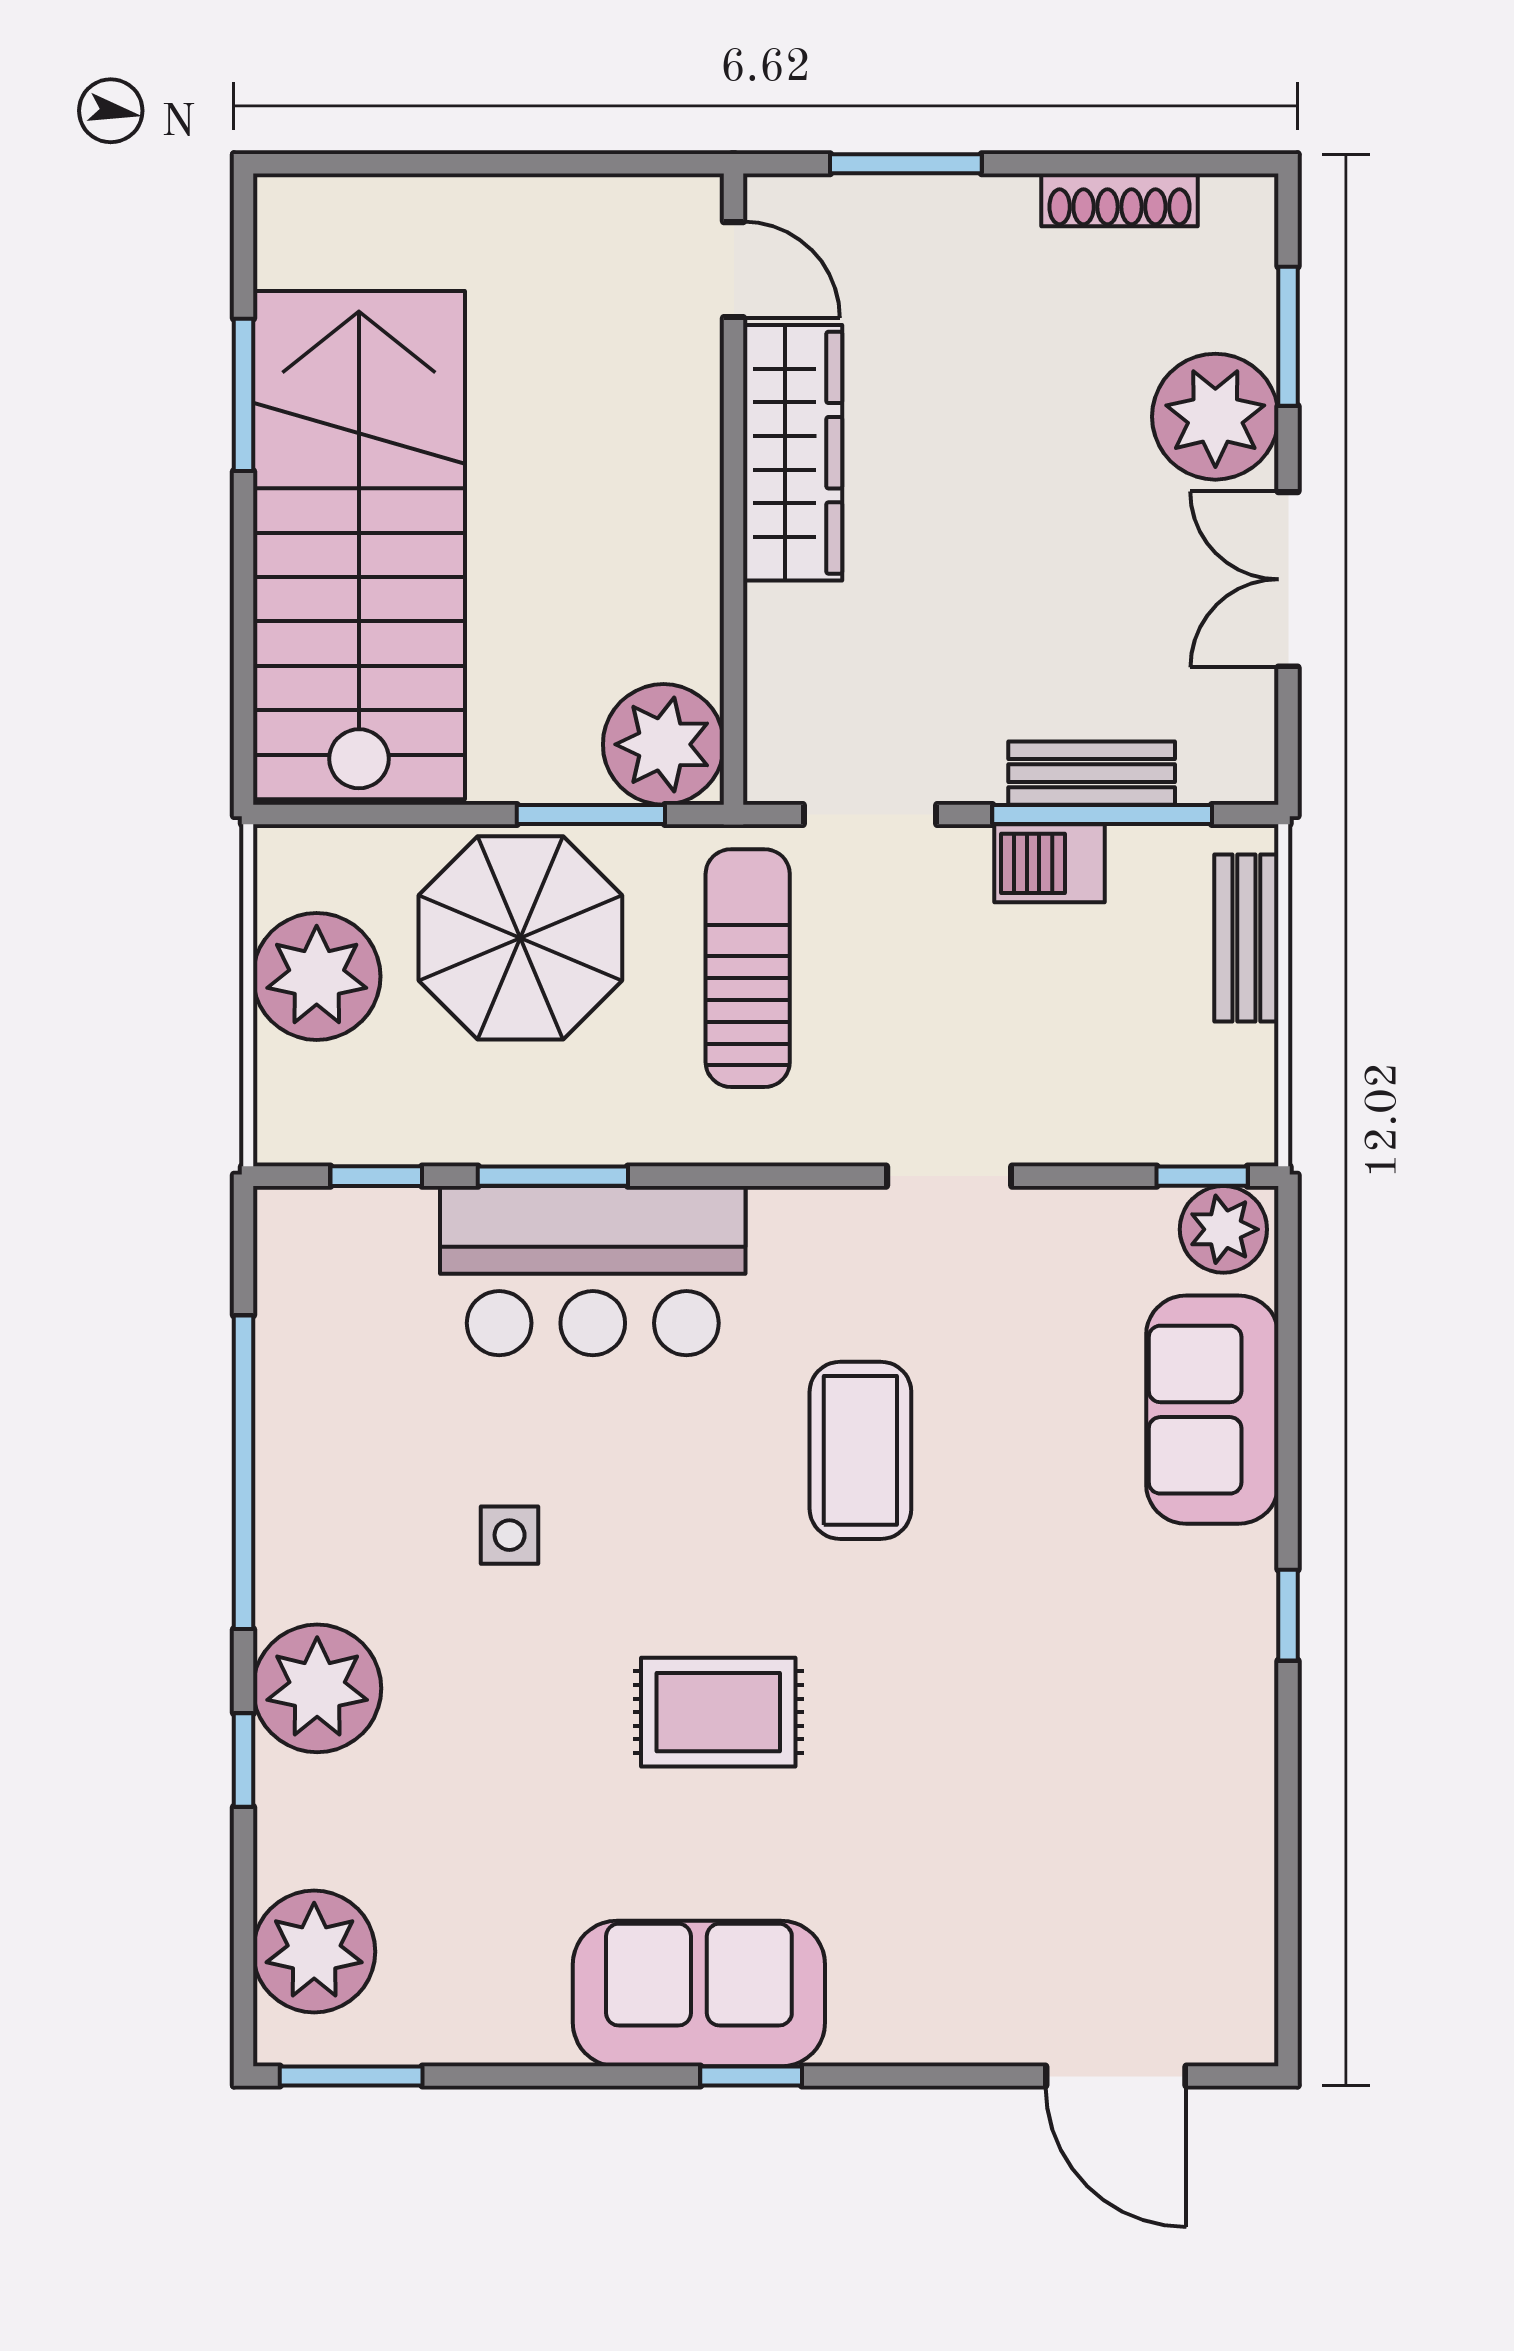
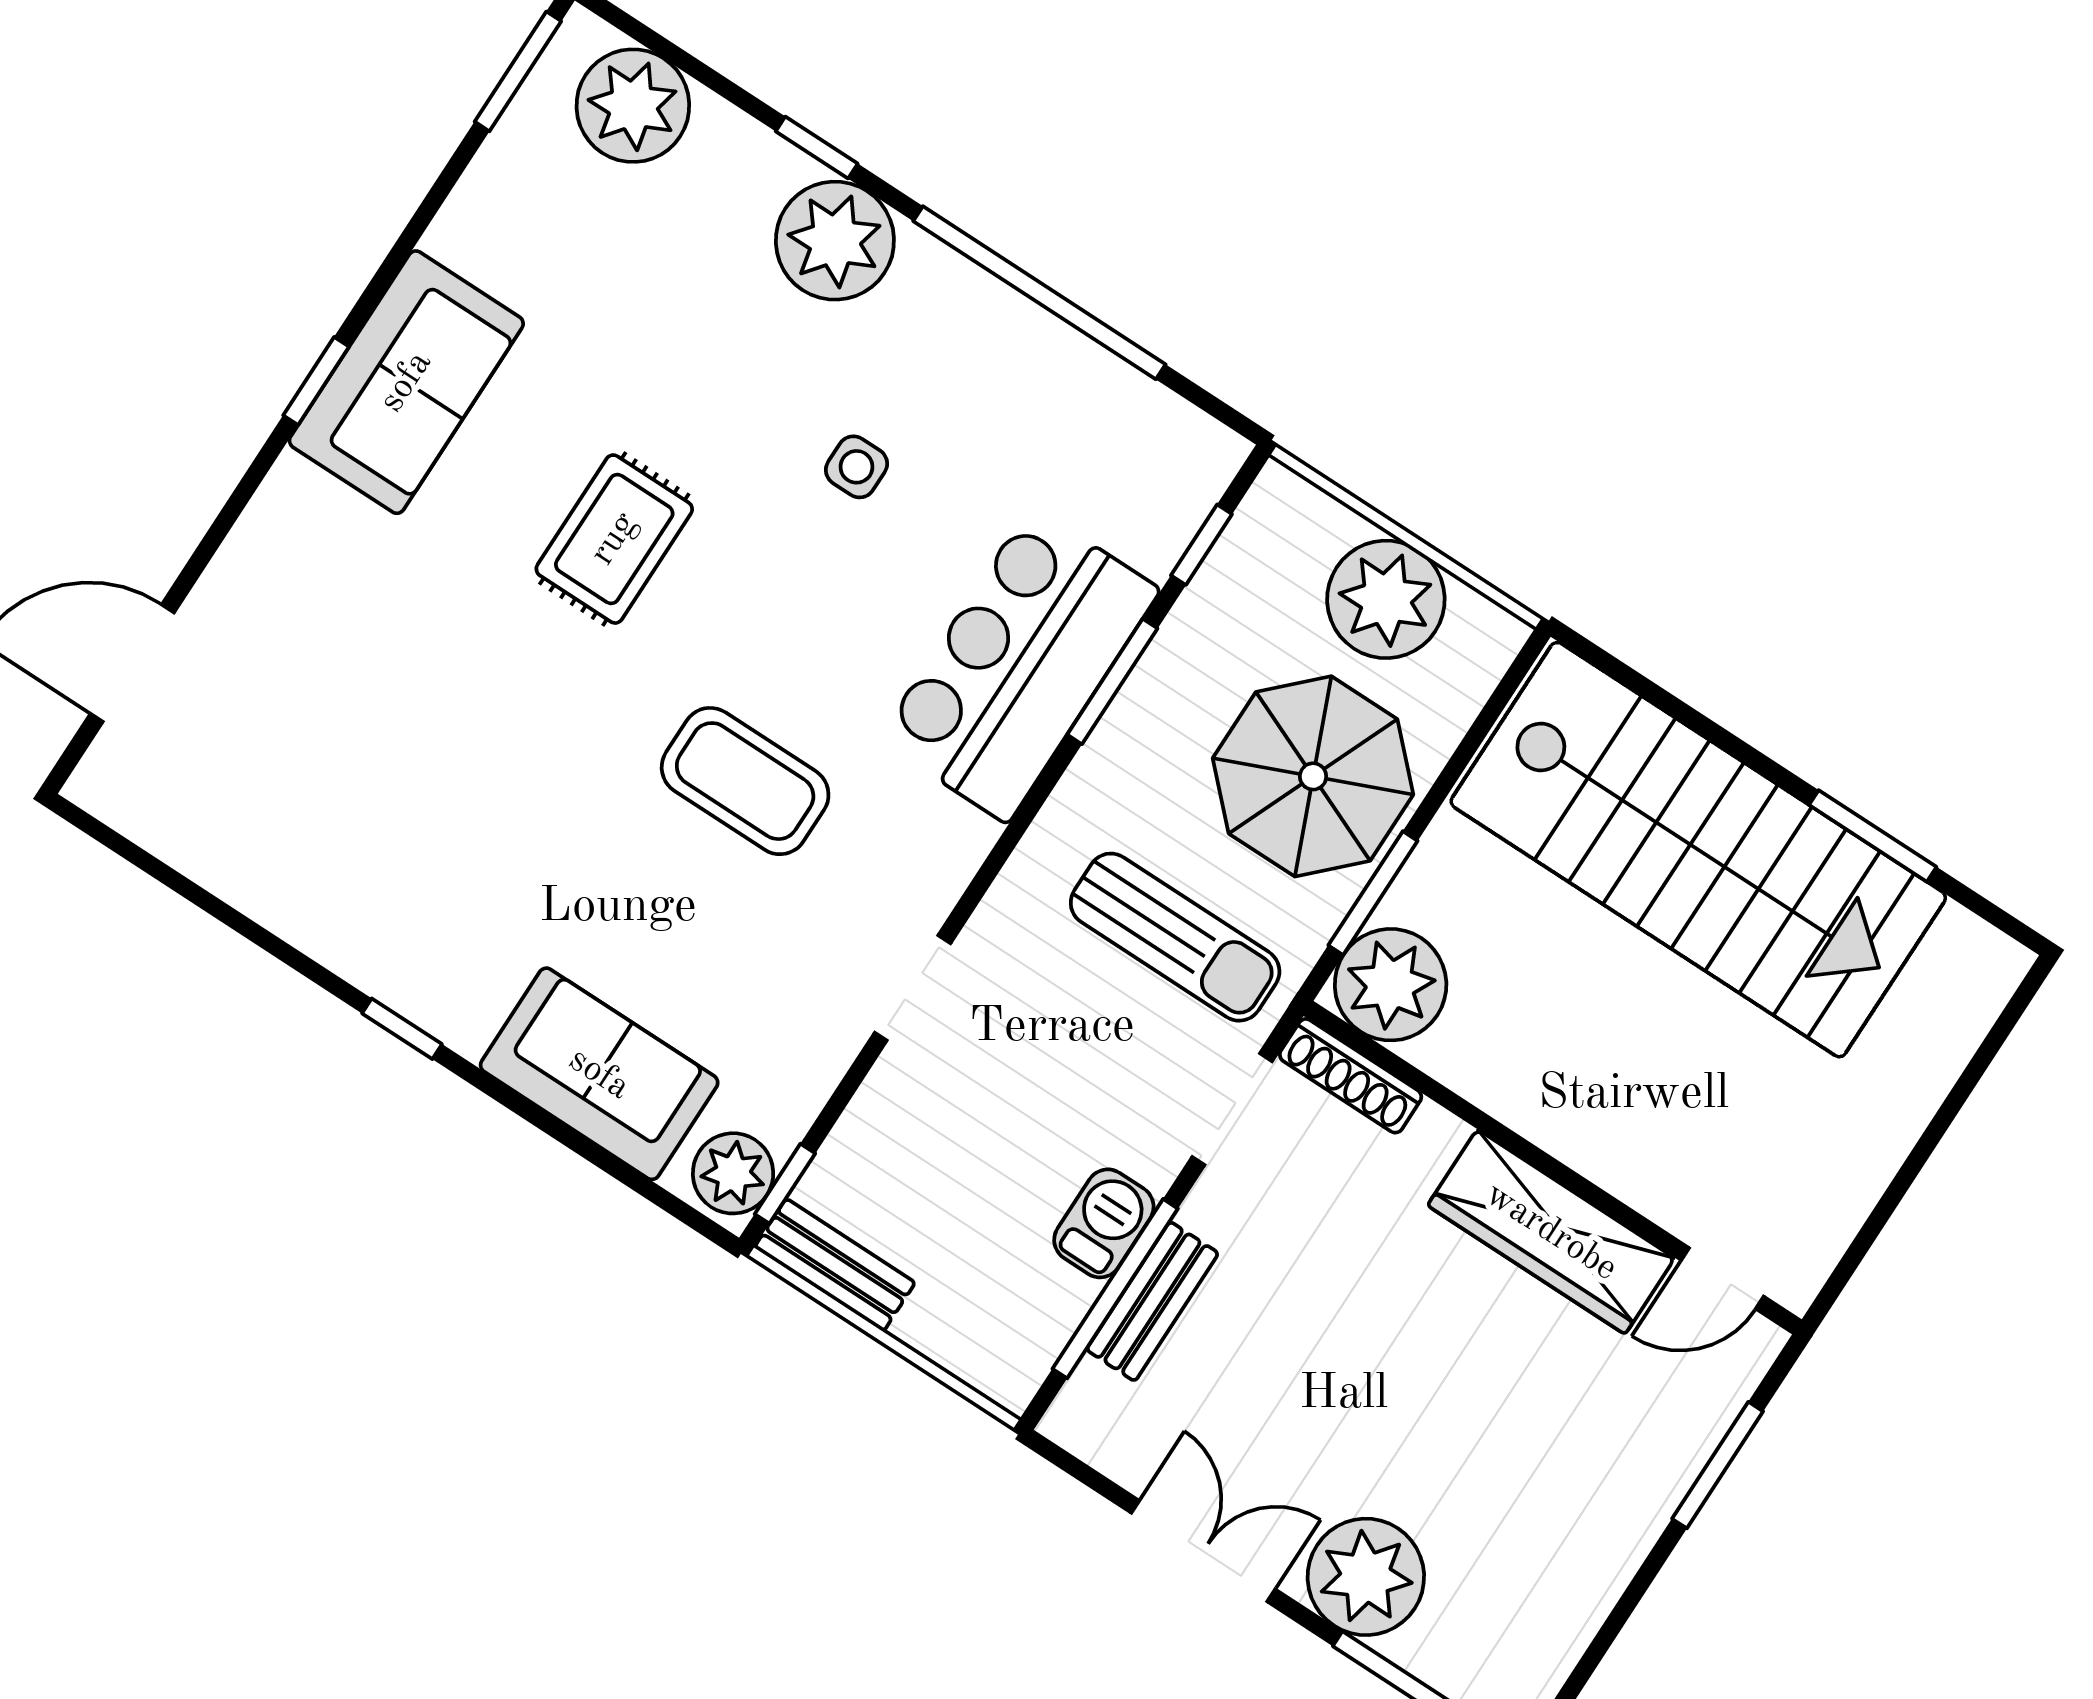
shoe rack: (1119, 200) -> (1351, 1076), moved, turned -90
bench: (1246, 938) -> (835, 1265), moved

